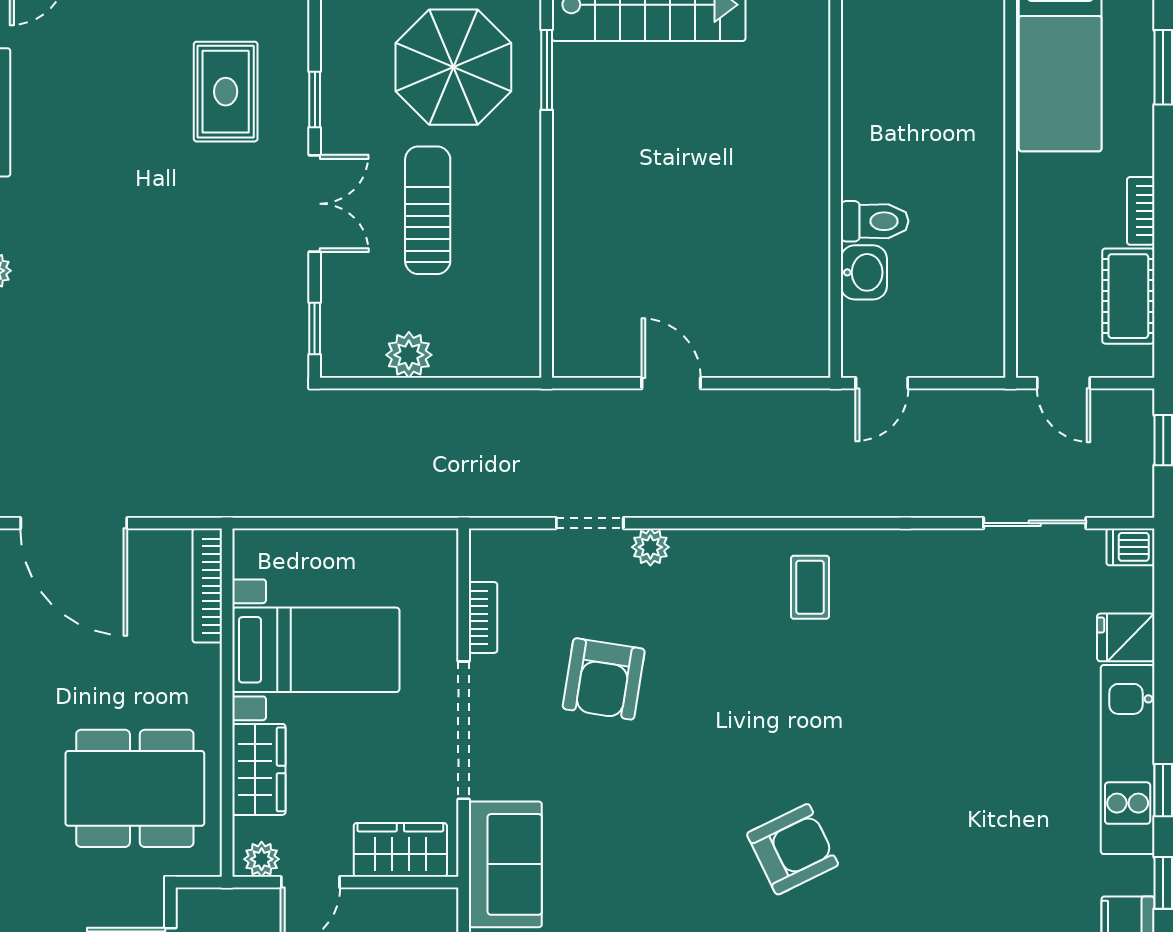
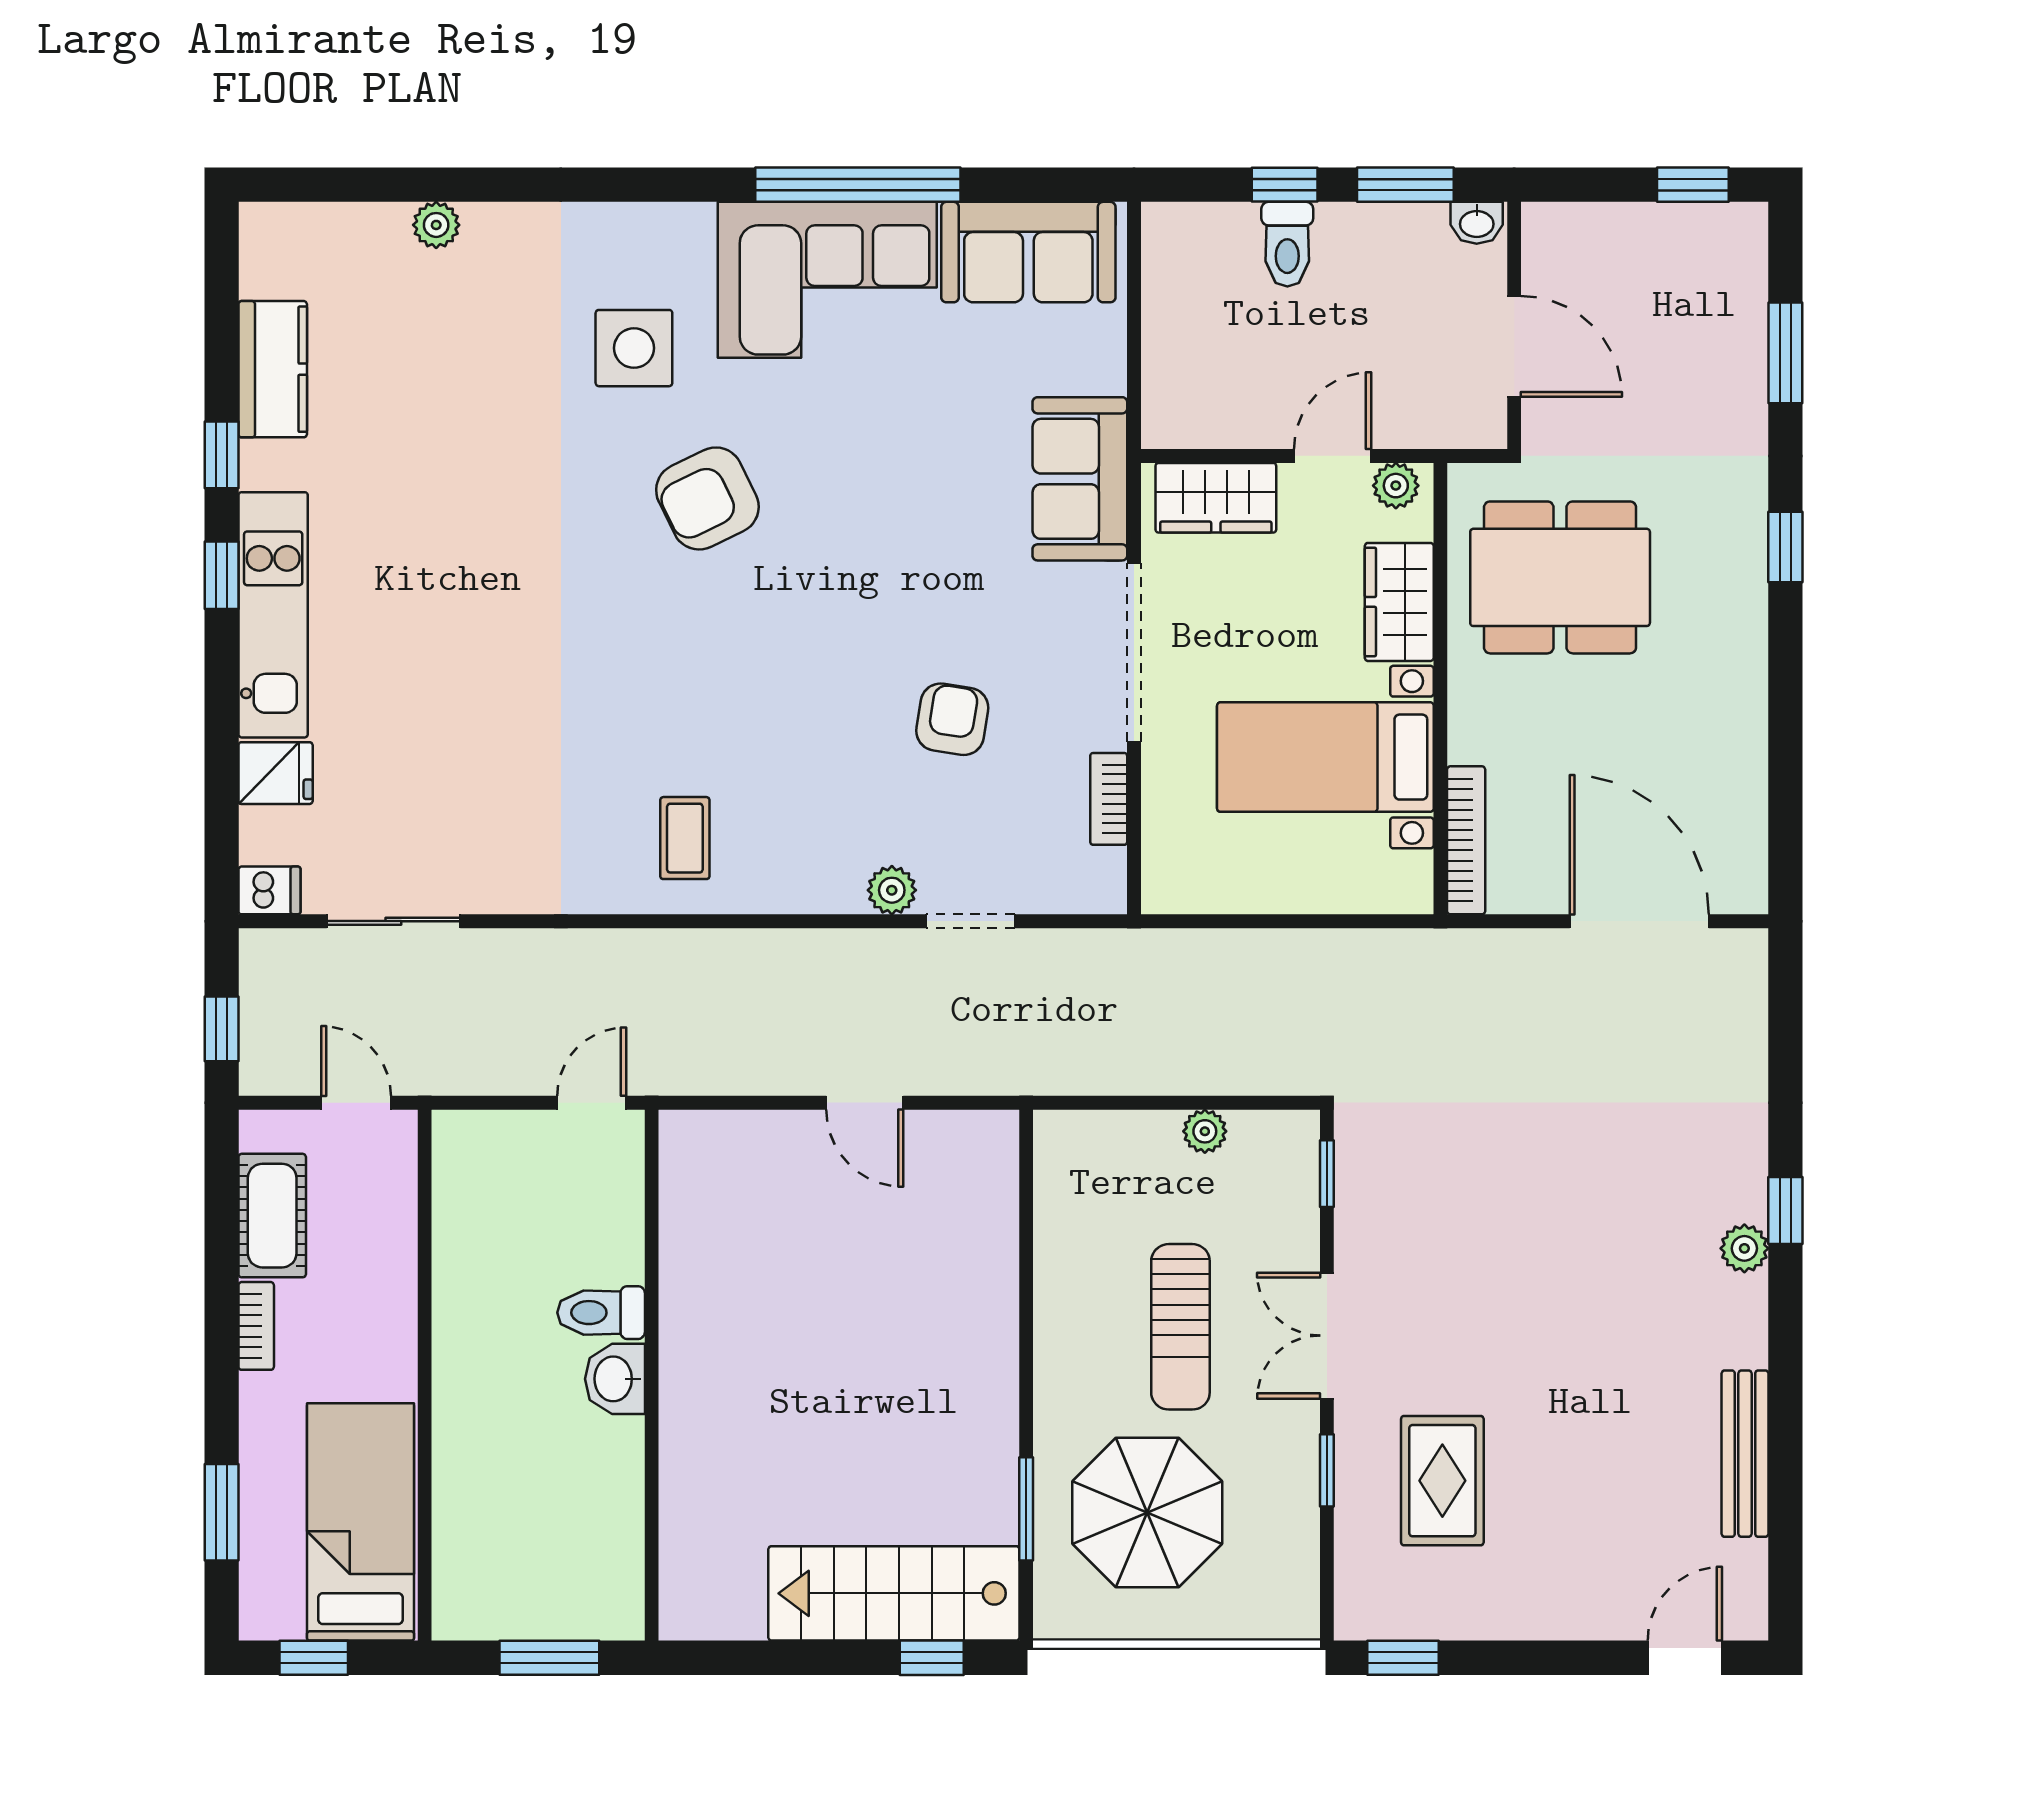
washbasin: (864, 272) -> (615, 1379), moved
plant: (409, 355) -> (1205, 1131), width x0.73, depth x0.73
armchair: (604, 679) -> (952, 719), width x0.72, depth x0.72

